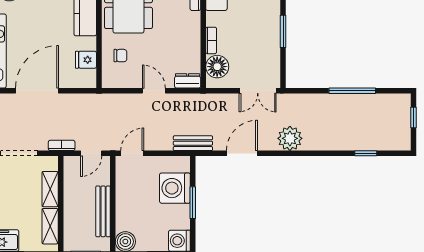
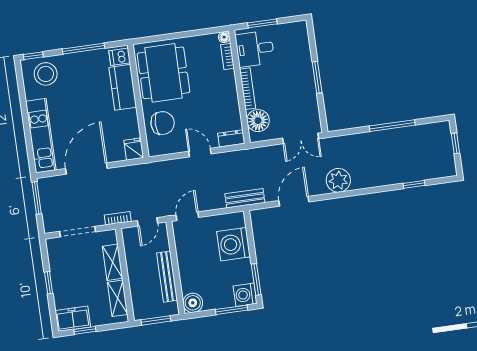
bookcase: (211, 40) -> (248, 89), width x1.56
chair: (120, 56) -> (163, 123), width x1.87, depth x1.87
fridge: (86, 60) -> (134, 149), moved, turned 90
window: (193, 203) -> (256, 279), moved

